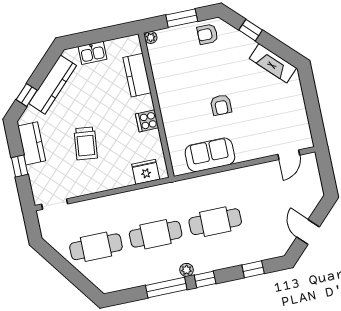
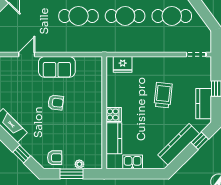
plant: (151, 37) -> (79, 164), moved
kitchen sink: (92, 53) -> (133, 162), moved
armchair: (221, 105) -> (56, 102), turned 97
cooker: (147, 121) -> (114, 114), moved
sofa: (210, 155) -> (57, 67), moved
door: (289, 155) -> (27, 55), moved

